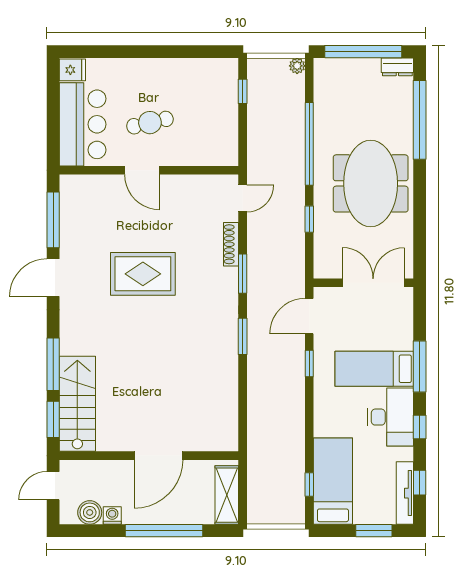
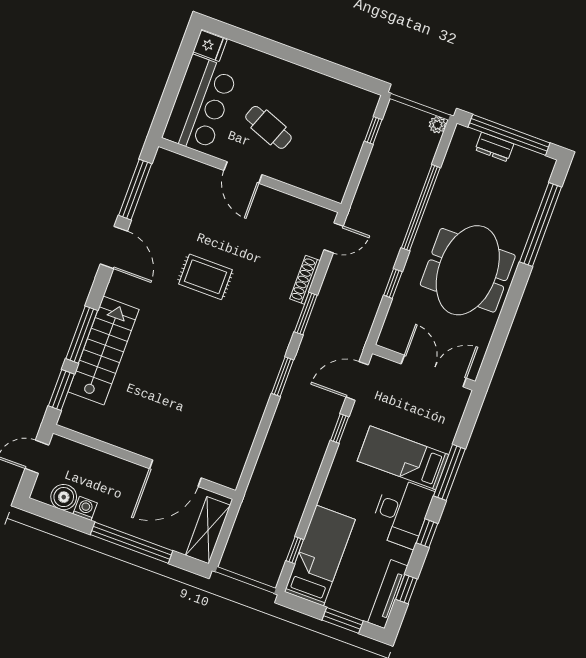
dresser: (397, 67) -> (494, 147), moved
cafe table: (150, 123) -> (268, 127), turned 34
rug: (143, 274) -> (205, 277), width x0.73, depth x0.70
door: (53, 278) -> (114, 248), swing flipped
stairs: (77, 404) -> (104, 351), moved
door: (158, 456) -> (175, 473), moved

